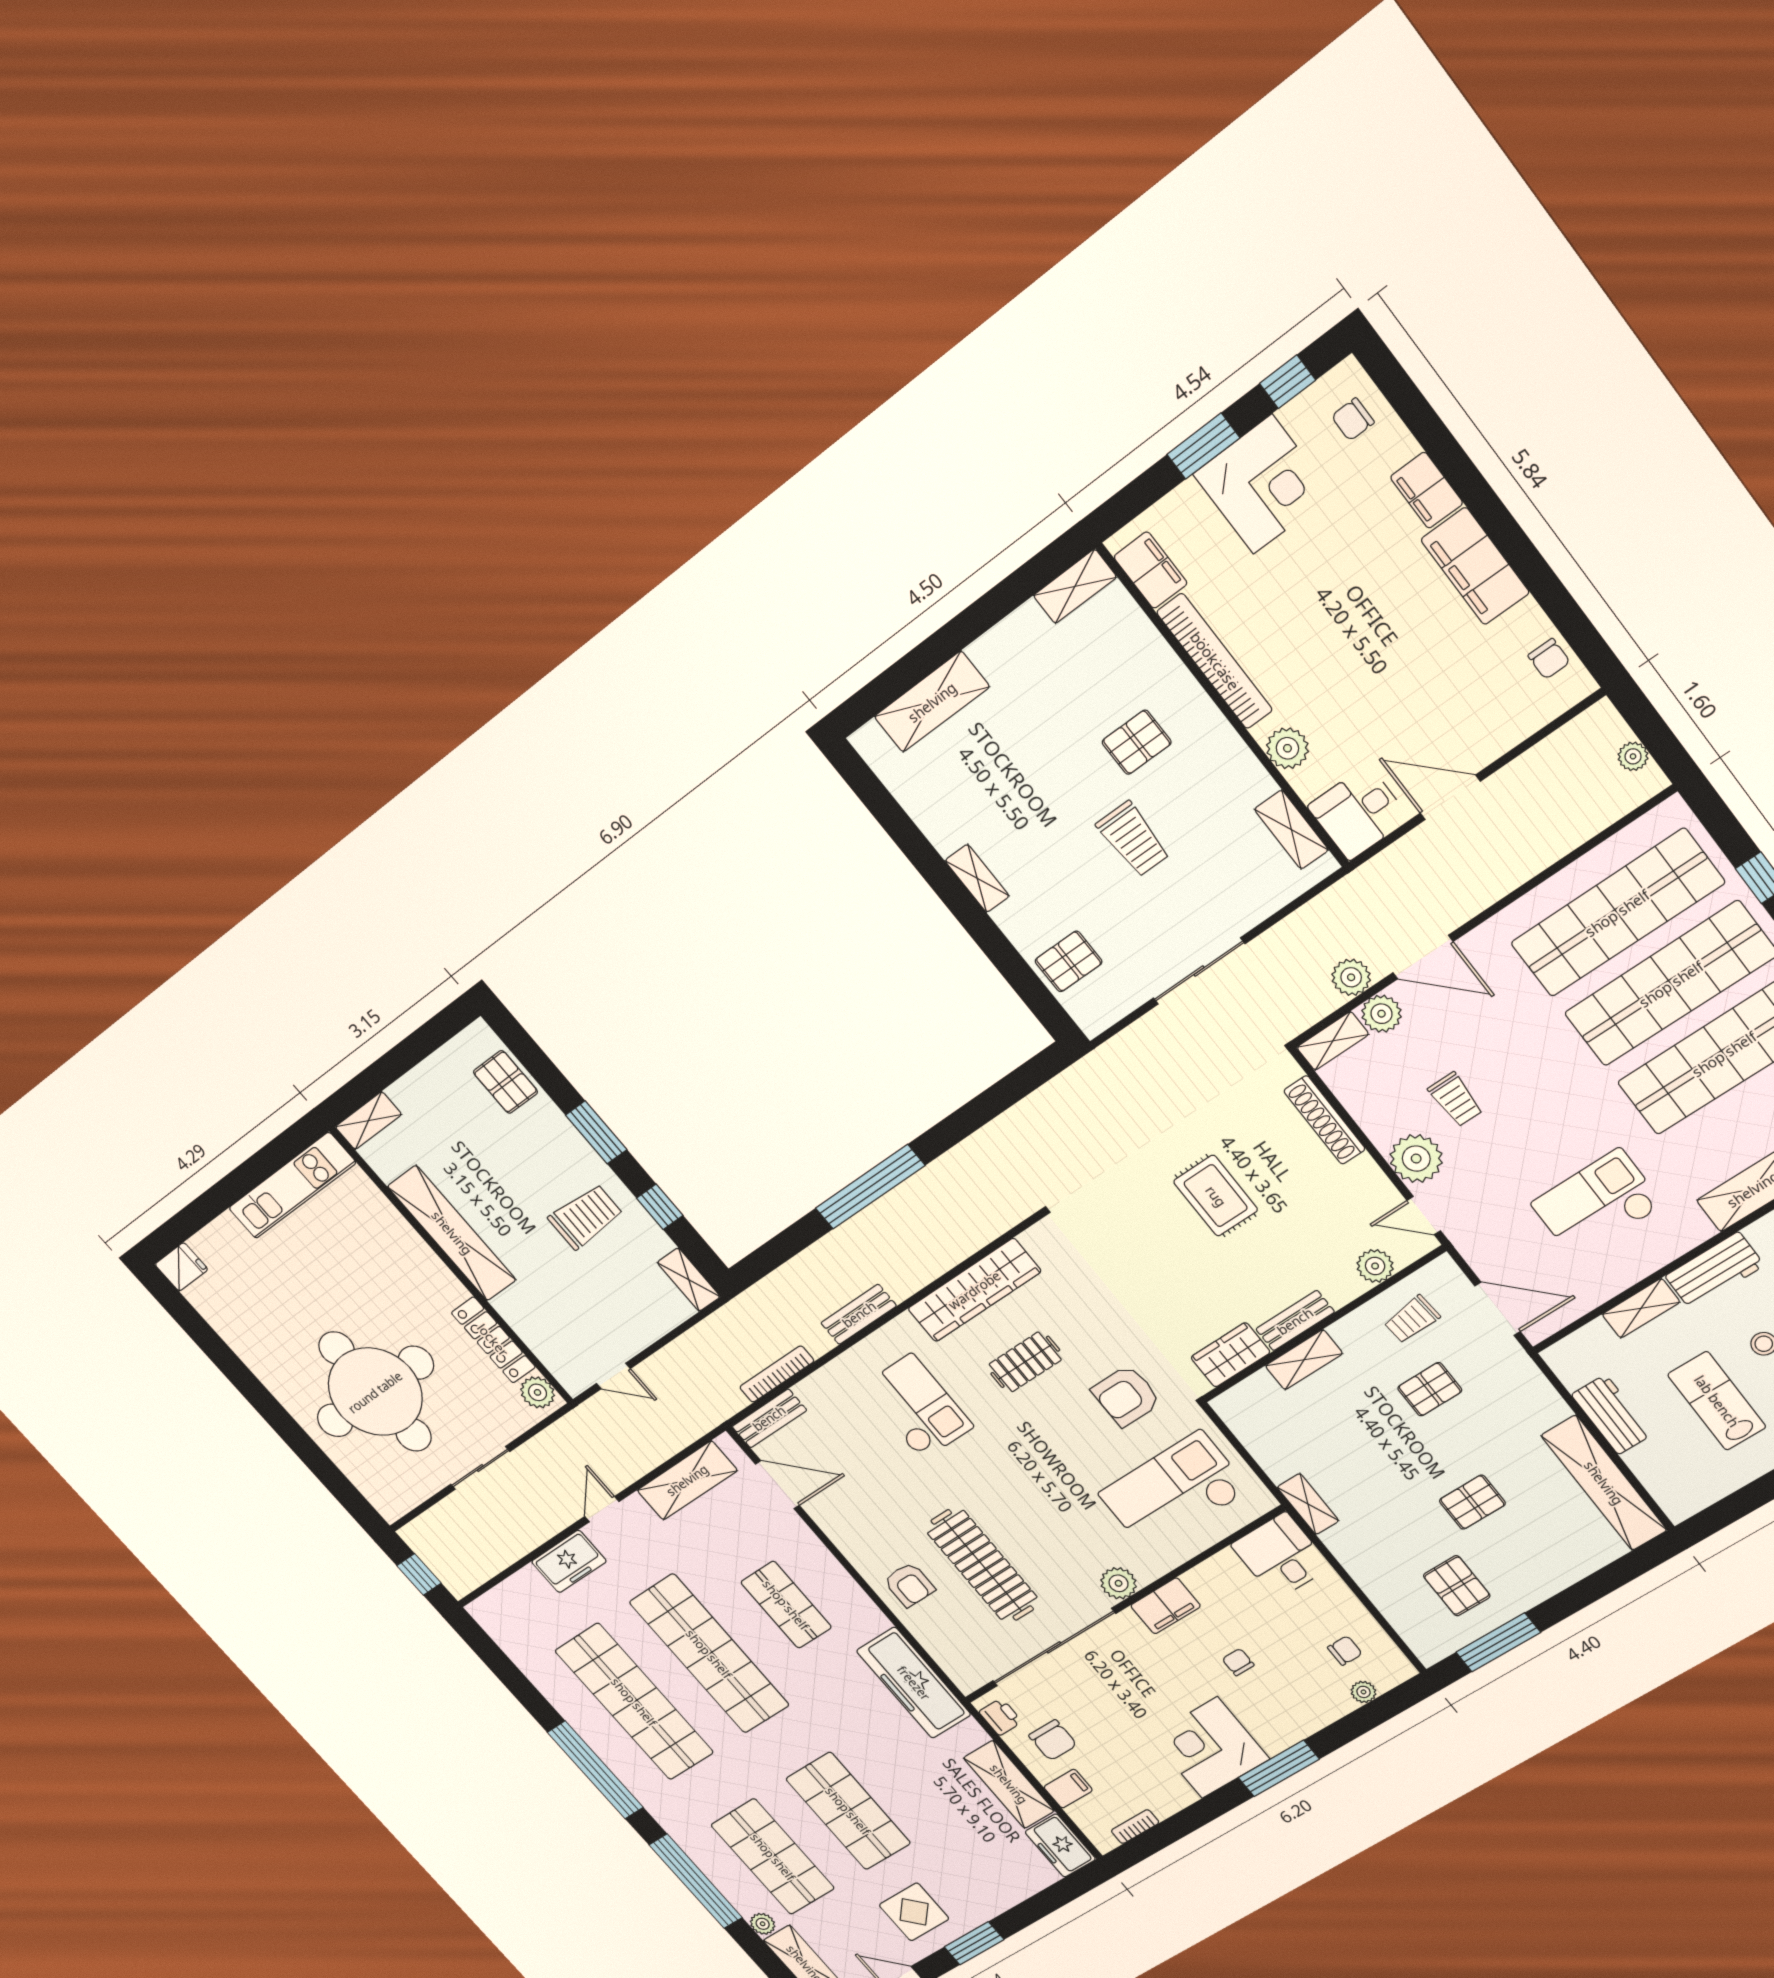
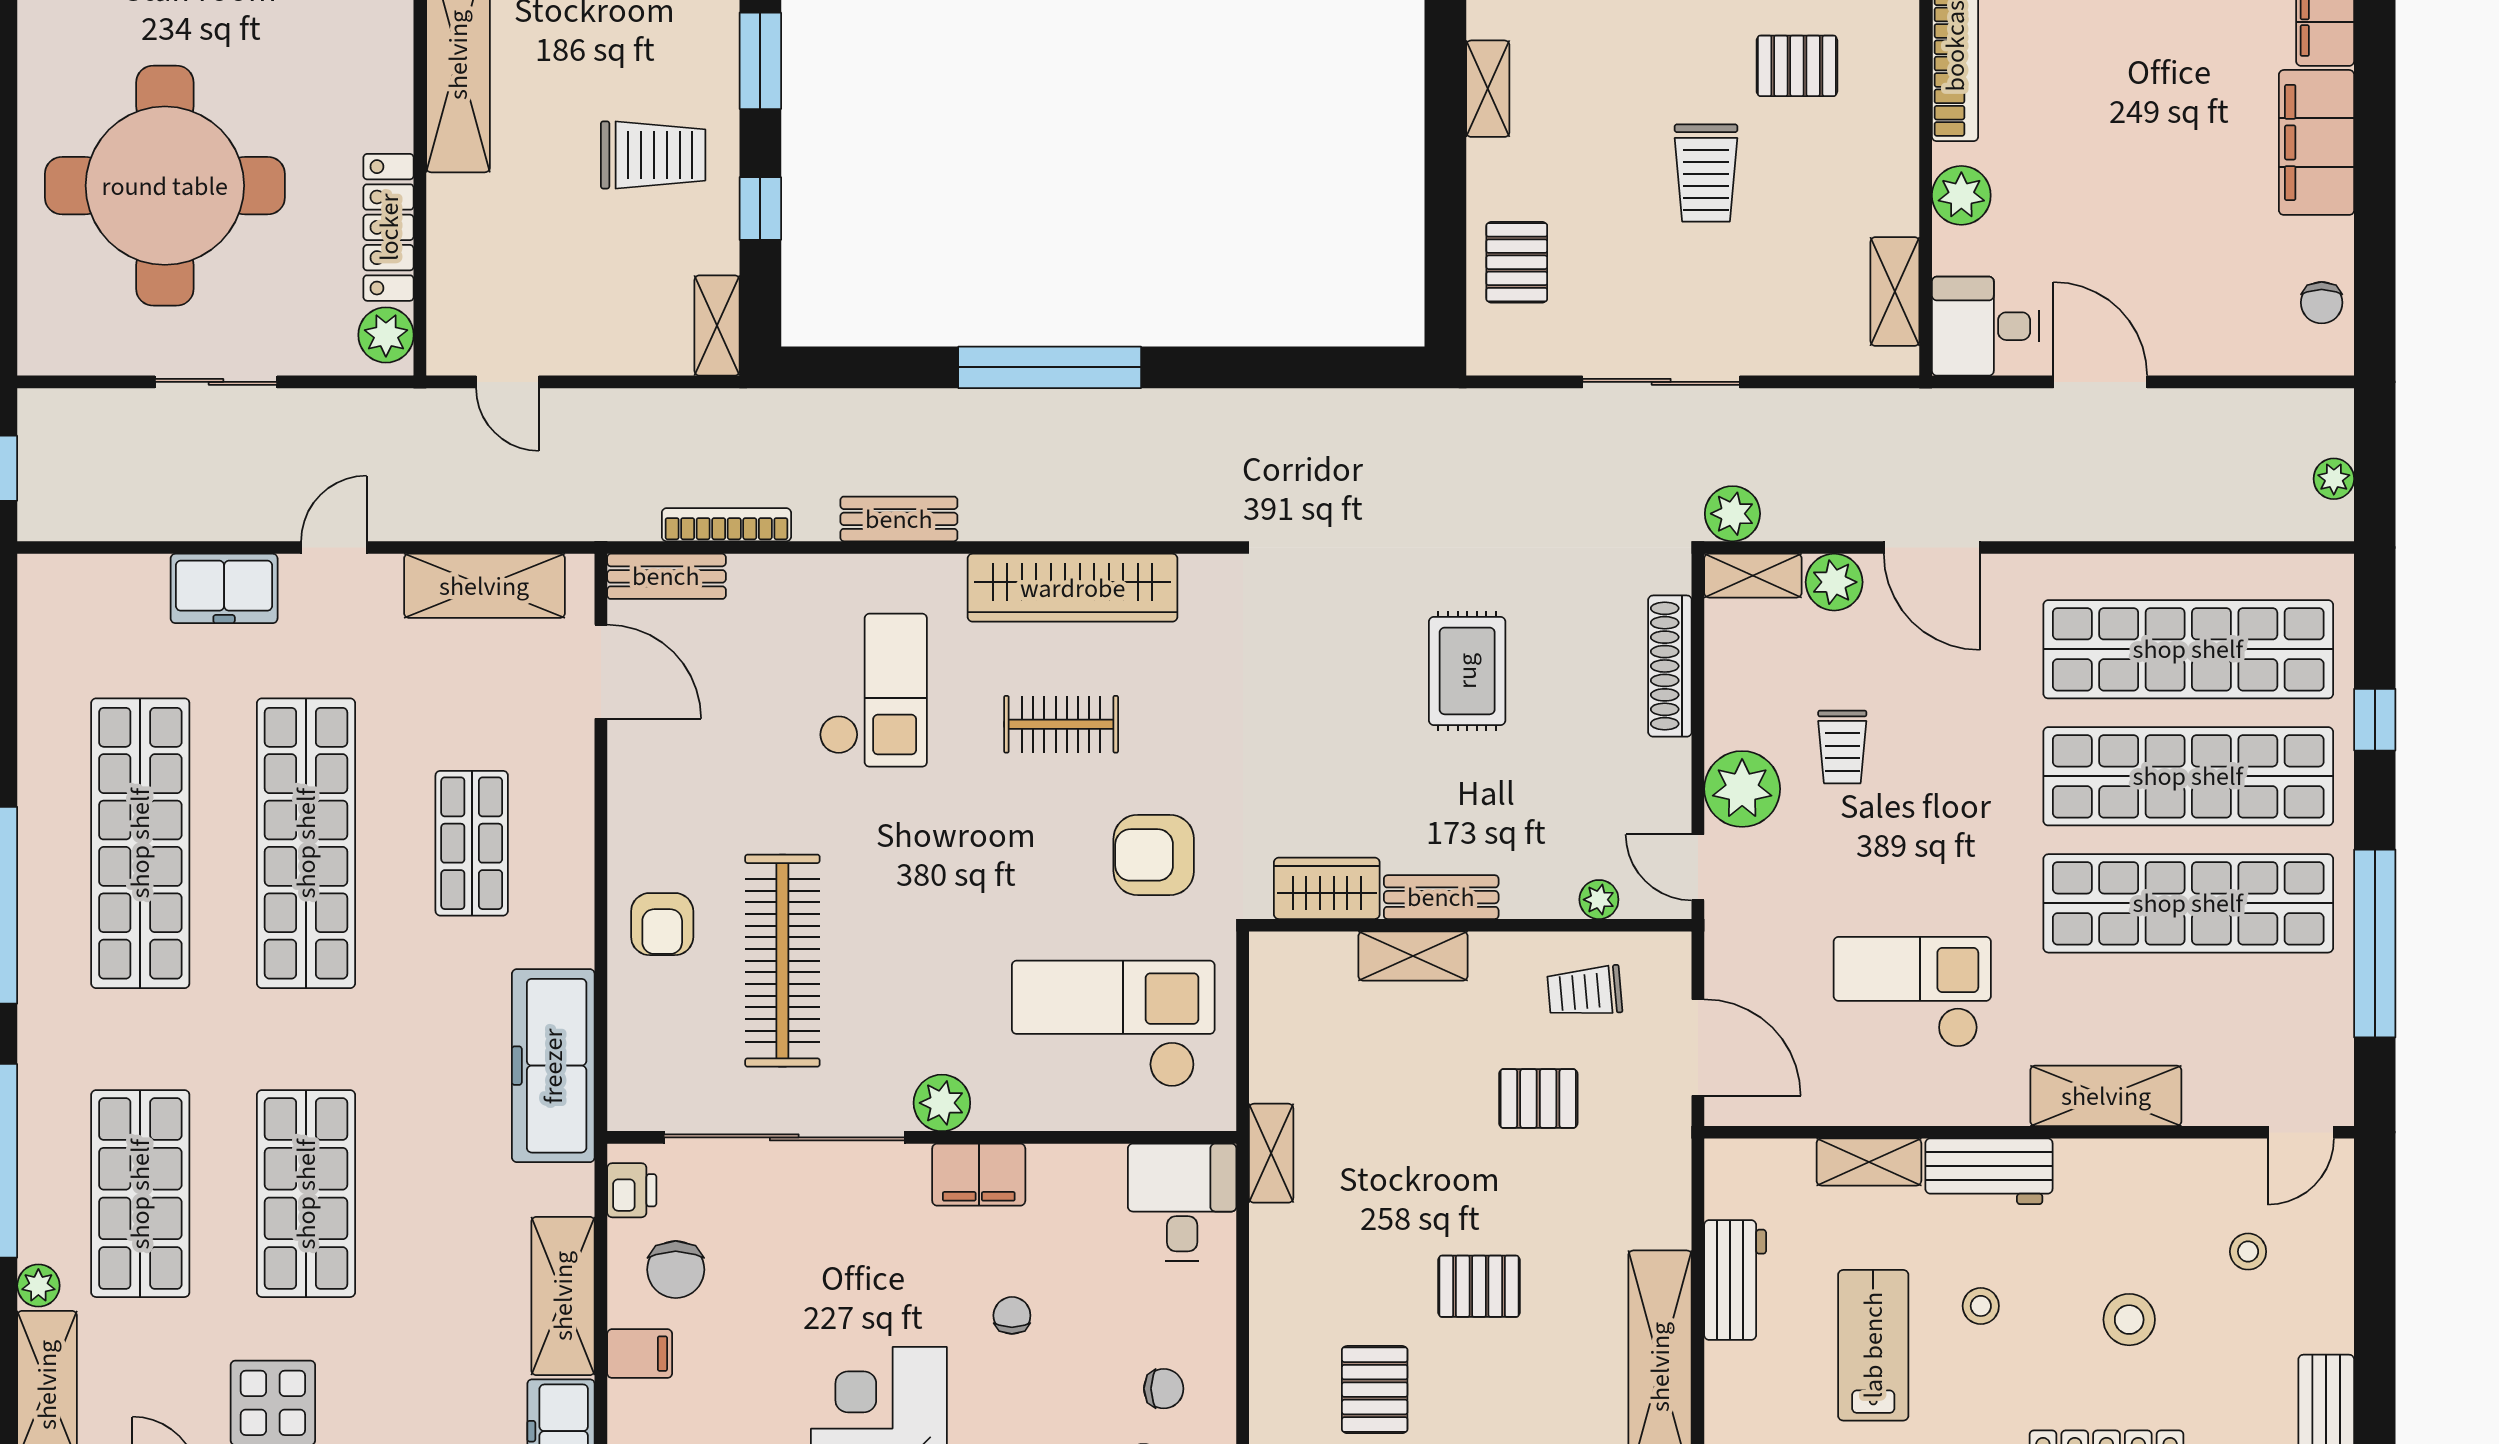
pallet: (1068, 961) -> (1517, 262), turned 90
plant: (1351, 977) -> (1732, 514), moved
plant: (1375, 1266) -> (1599, 900), width x0.73, depth x0.73

